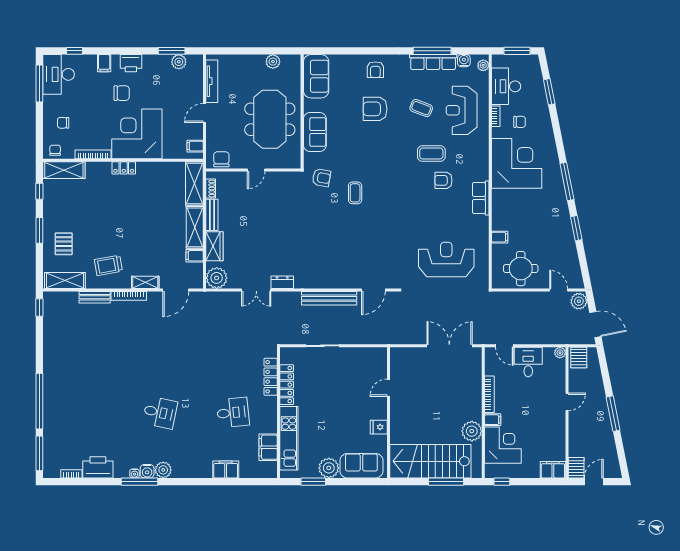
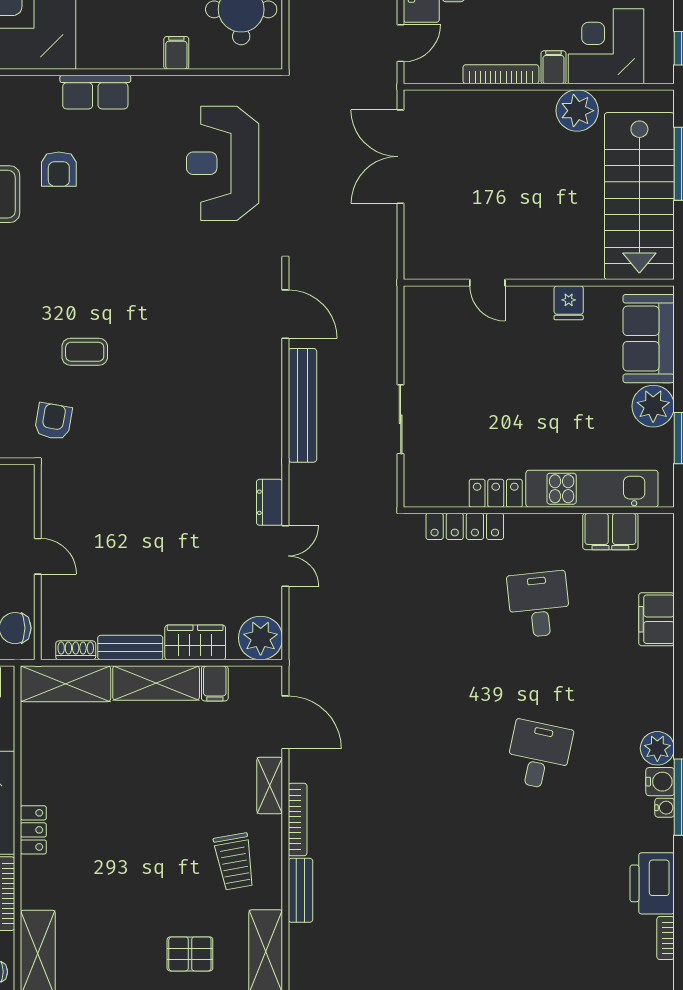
locker: (287, 385) -> (496, 493), width x0.66

